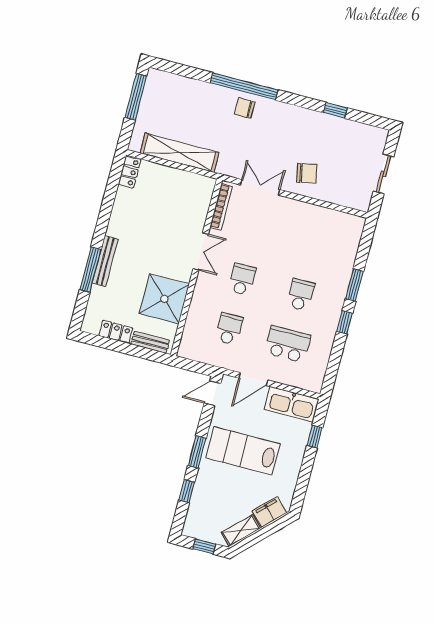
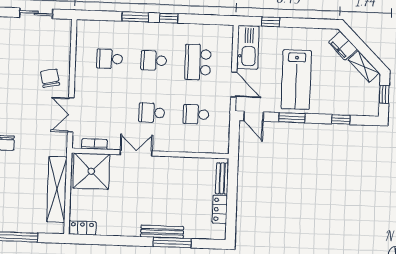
bookcase: (221, 207) -> (94, 144), width x0.64
school desk: (314, 245) -> (110, 59), added
shower: (164, 299) -> (91, 171), moved
window: (197, 452) -> (292, 118), moved

